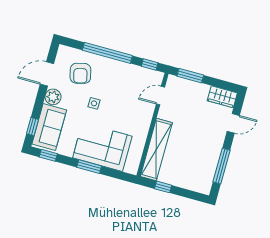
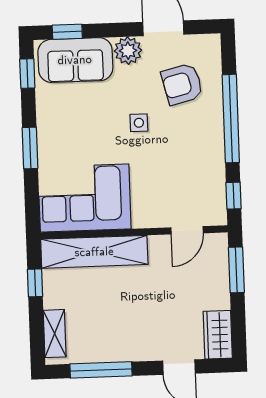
door: (161, 96) -> (187, 230), swing flipped
corner sofa: (102, 147) -> (85, 198), moved, turned -90
shelving: (194, 185) -> (55, 334), added

